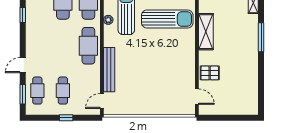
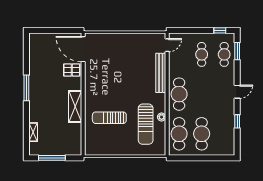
sun lounger: (167, 19) -> (109, 118), width x0.73, depth x0.75
window: (261, 37) -> (26, 88), moved
door: (23, 65) -> (237, 92), moved
door: (197, 97) -> (83, 49), width x1.87
window: (66, 118) -> (220, 30), moved

